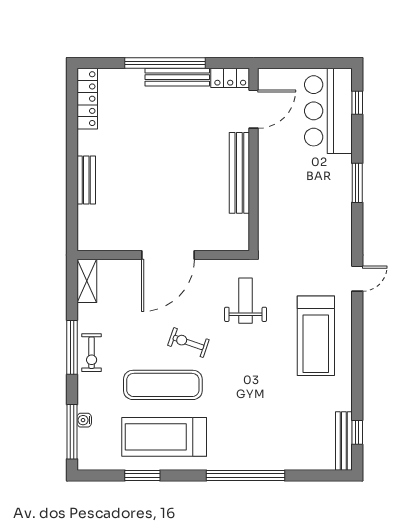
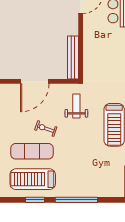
bench: (239, 173) -> (73, 58), moved
window: (142, 476) -> (35, 200), moved

